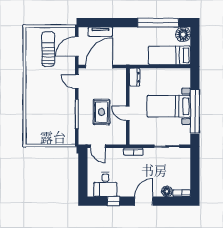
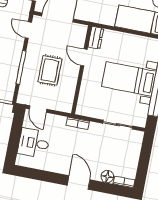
door: (128, 113) -> (84, 57), moved
desk: (105, 184) -> (34, 143), moved, turned 90
window: (114, 201) -> (44, 176), removed
door: (144, 201) -> (79, 183), hinge flipped

